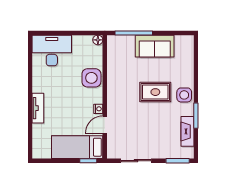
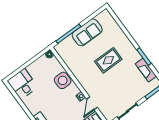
desk: (52, 50) -> (23, 84), width x0.73
side table: (184, 95) -> (127, 49), removed

